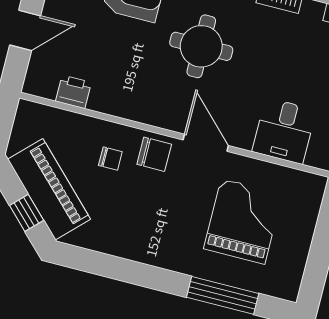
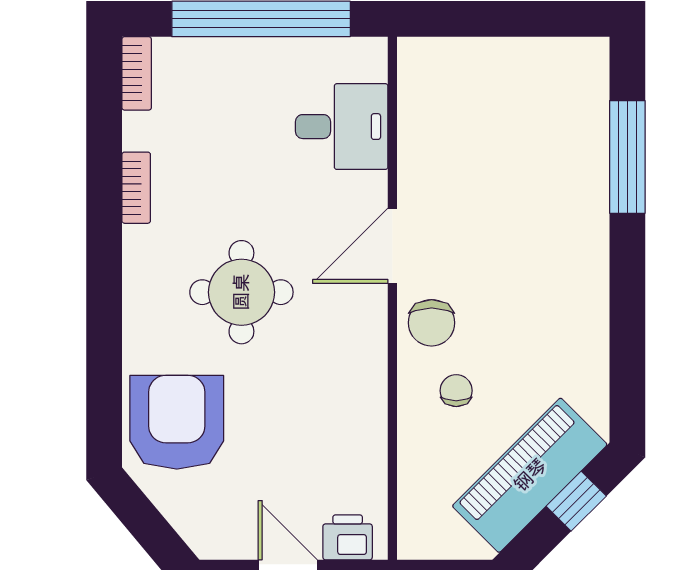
printer: (73, 92) -> (348, 537), moved, turned 90
chair: (154, 154) -> (432, 323), turned 180
grand piano: (243, 221) -> (502, 155), removed

